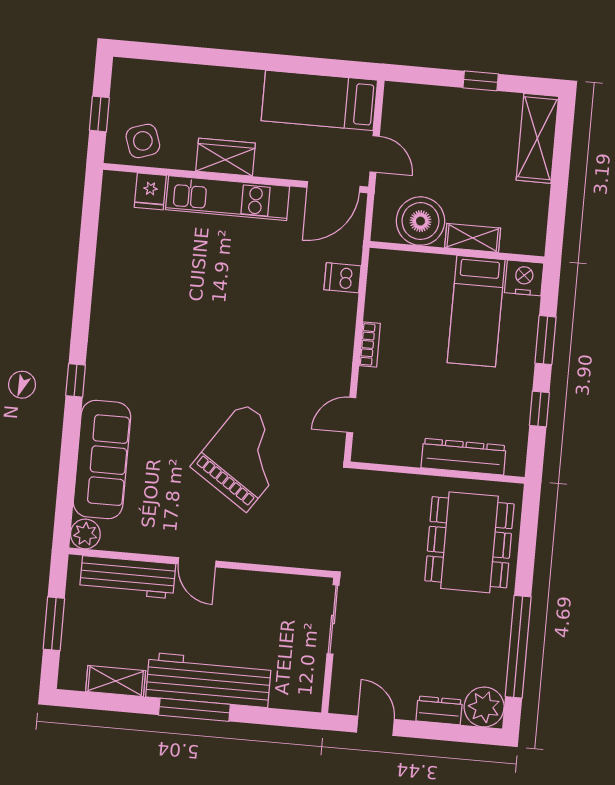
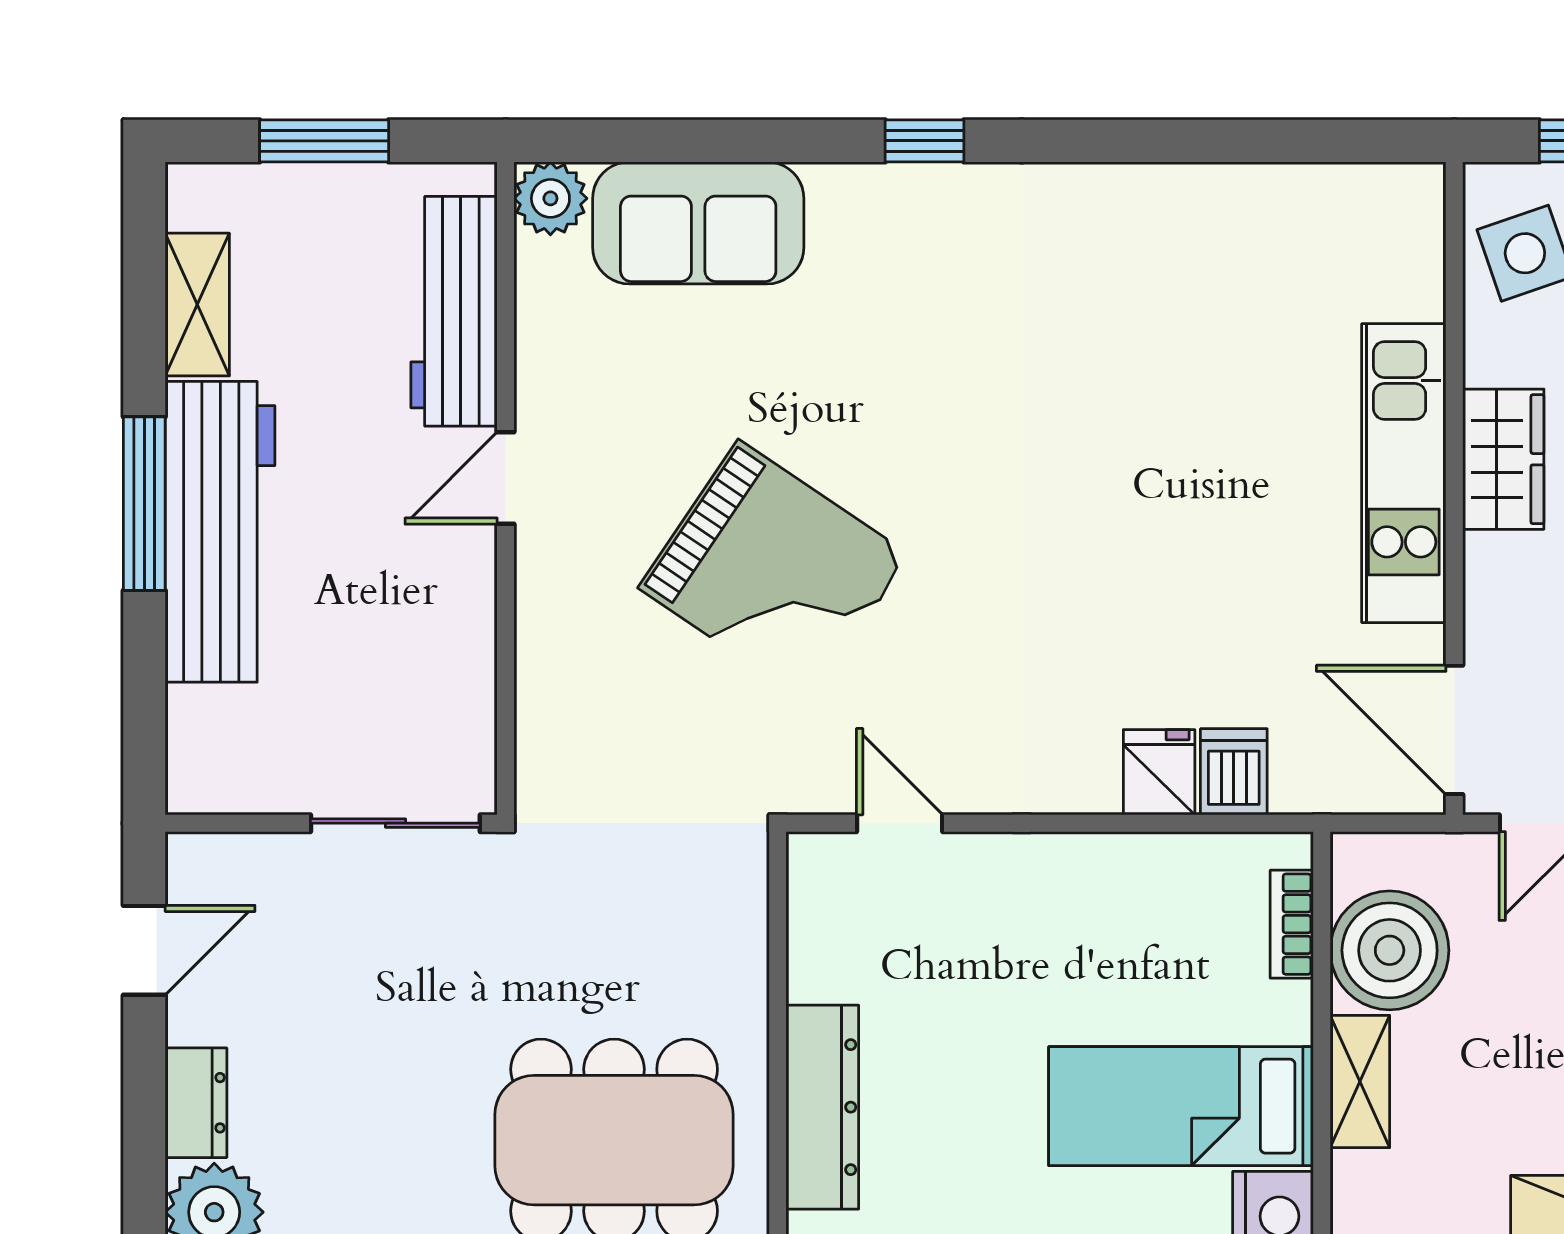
fridge: (150, 191) -> (1159, 772), moved, turned 90
bookcase: (370, 345) -> (1292, 924), moved, turned 90
sofa: (102, 460) -> (698, 223), width x0.73

